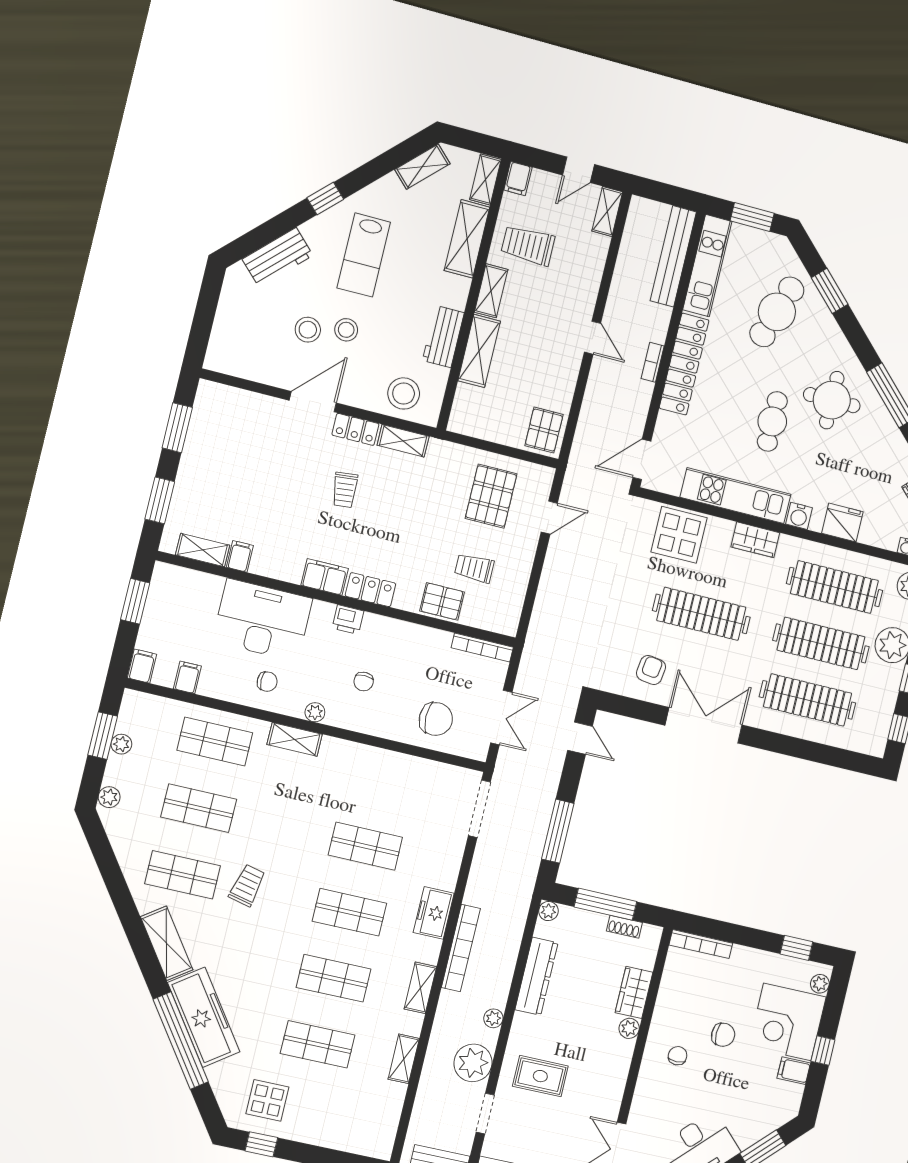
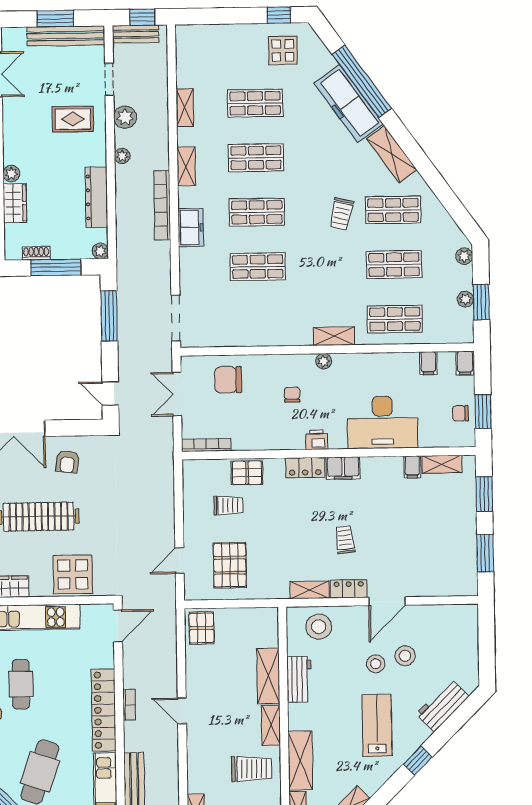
chair: (267, 682) -> (460, 413), moved
plant: (473, 1063) -> (125, 117), width x0.73, depth x0.73

